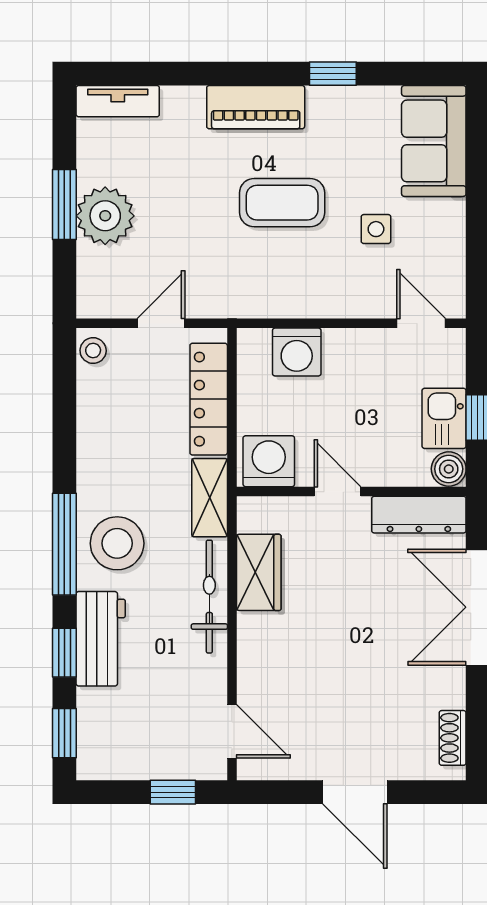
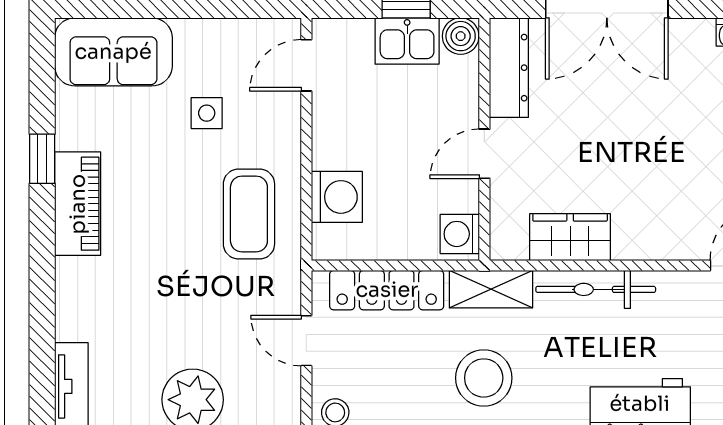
piano: (256, 107) -> (78, 204), moved
coffee table: (282, 203) -> (249, 214), moved
washing machine: (269, 461) -> (460, 234), width x0.73, depth x0.73
stool: (117, 543) -> (484, 378), moved

